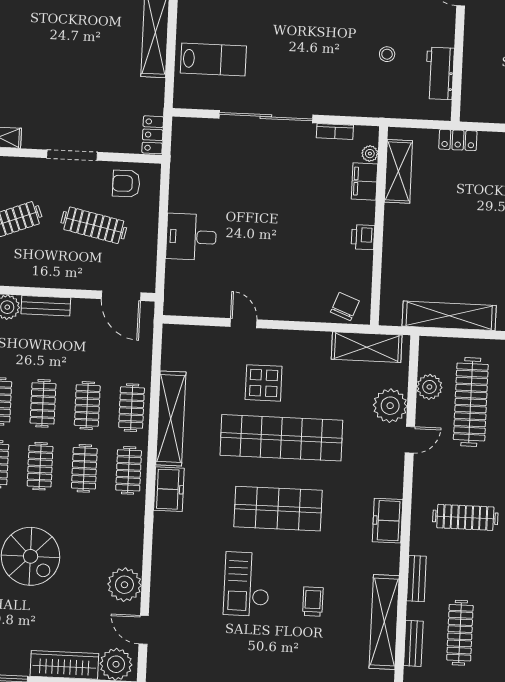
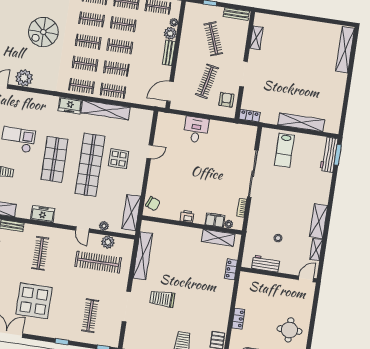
plant: (390, 406) -> (104, 226), width x0.53, depth x0.53

